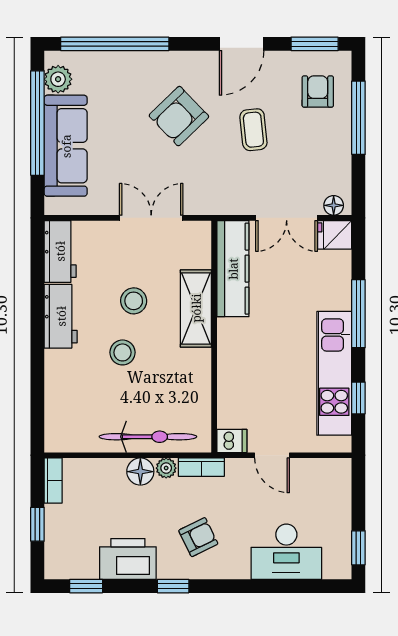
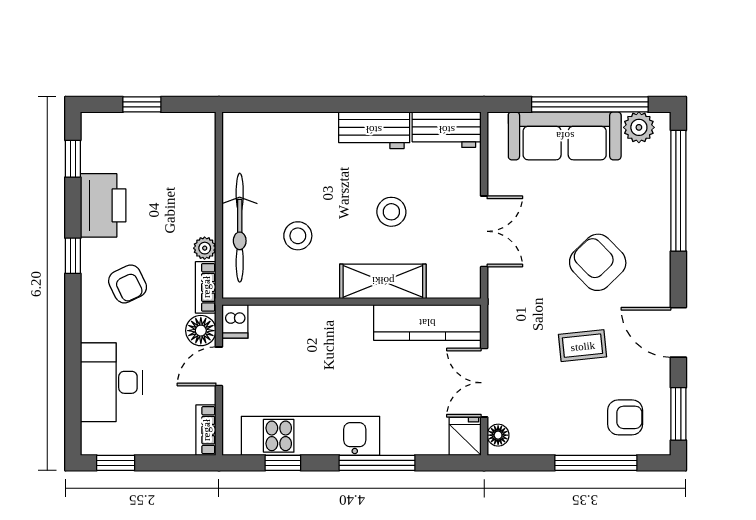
stool: (122, 352) -> (298, 236), moved
floor lamp: (140, 472) -> (201, 331), moved
bookcase: (53, 481) -> (206, 430), moved, turned 90

